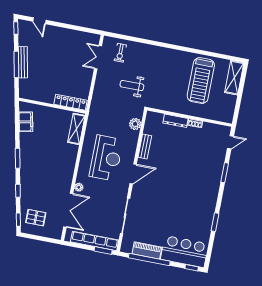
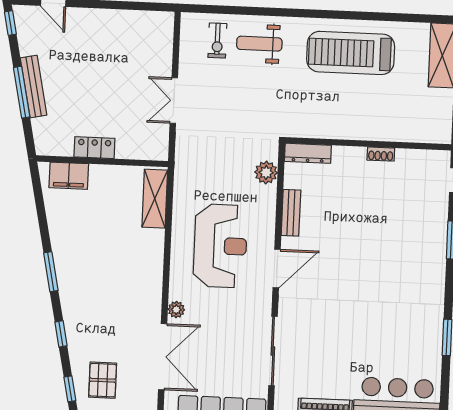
double door: (98, 57) -> (174, 101), moved
treadmill: (201, 81) -> (351, 53), moved, turned 90
weight bench: (132, 85) -> (259, 44), moved
locker: (70, 102) -> (94, 148), moved, width x0.66
dresser: (176, 121) -> (308, 153), moved
filing cabinet: (26, 122) -> (69, 176), moved, turned 102
pallet: (36, 218) -> (103, 380), turned 90

